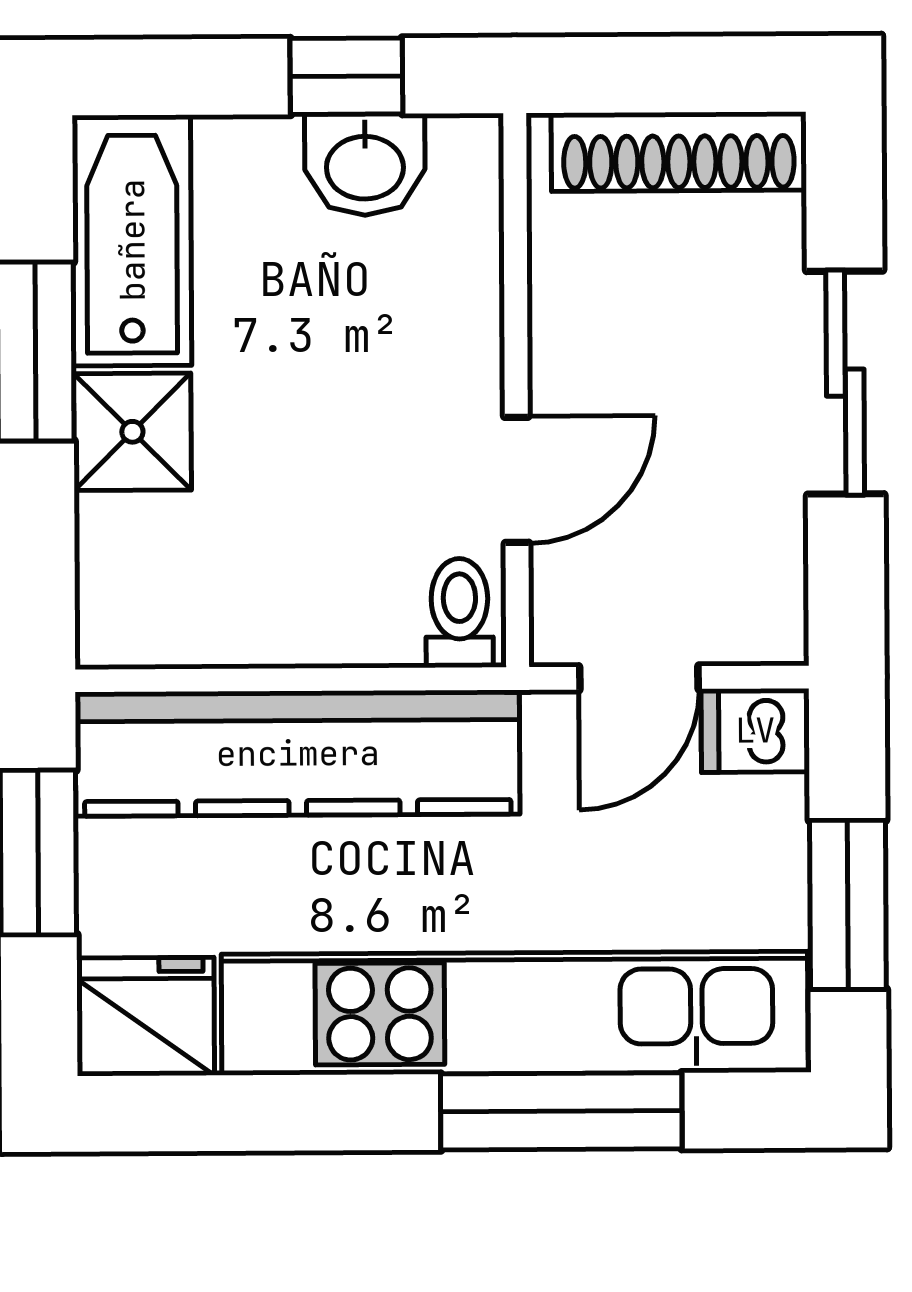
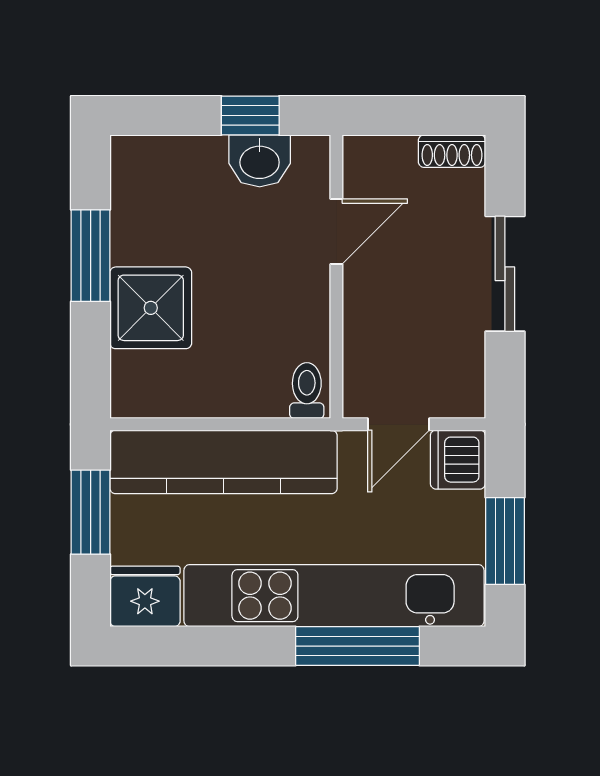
shoe rack: (679, 152) -> (452, 151), width x0.51, depth x0.81
bathtub: (132, 240) -> (140, 199), removed
shower: (132, 432) -> (151, 308), width x1.36, depth x1.36
door: (517, 480) -> (336, 232), moved
dishwasher: (755, 730) -> (458, 460), width x1.38

